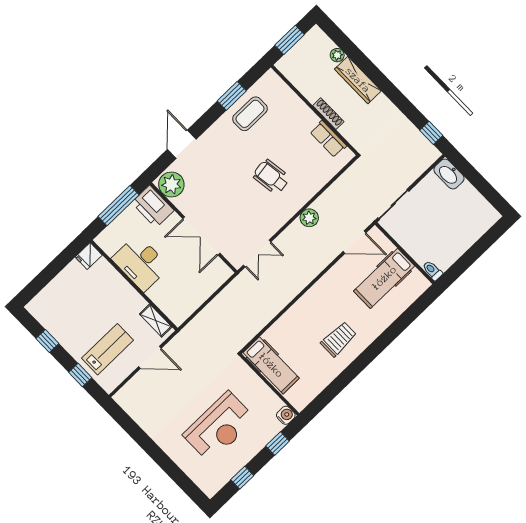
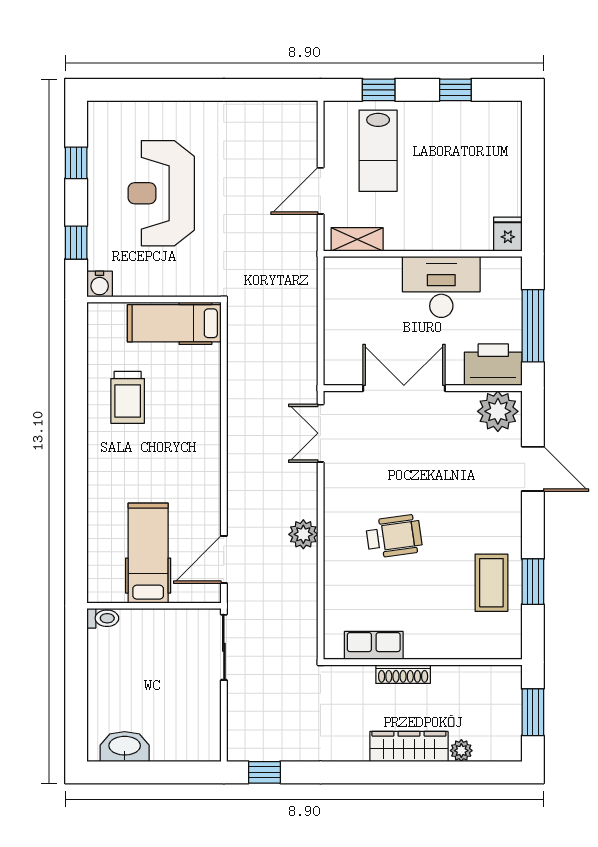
washbasin: (449, 174) -> (125, 747), moved
trolley: (339, 339) -> (128, 397), moved

